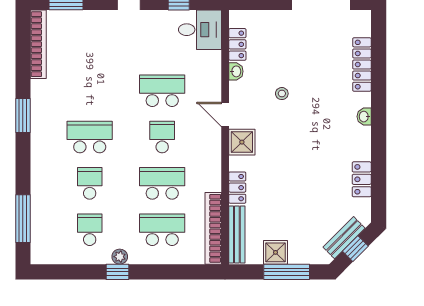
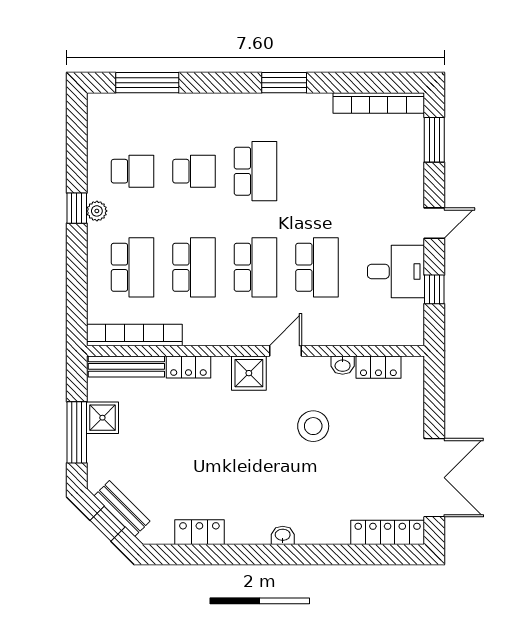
desk: (200, 30) -> (396, 271), moved, turned -90
locker: (362, 65) -> (388, 532), moved
stool: (282, 94) -> (313, 426), width x1.89, depth x1.89
school desk: (162, 137) -> (255, 267), width x1.85

